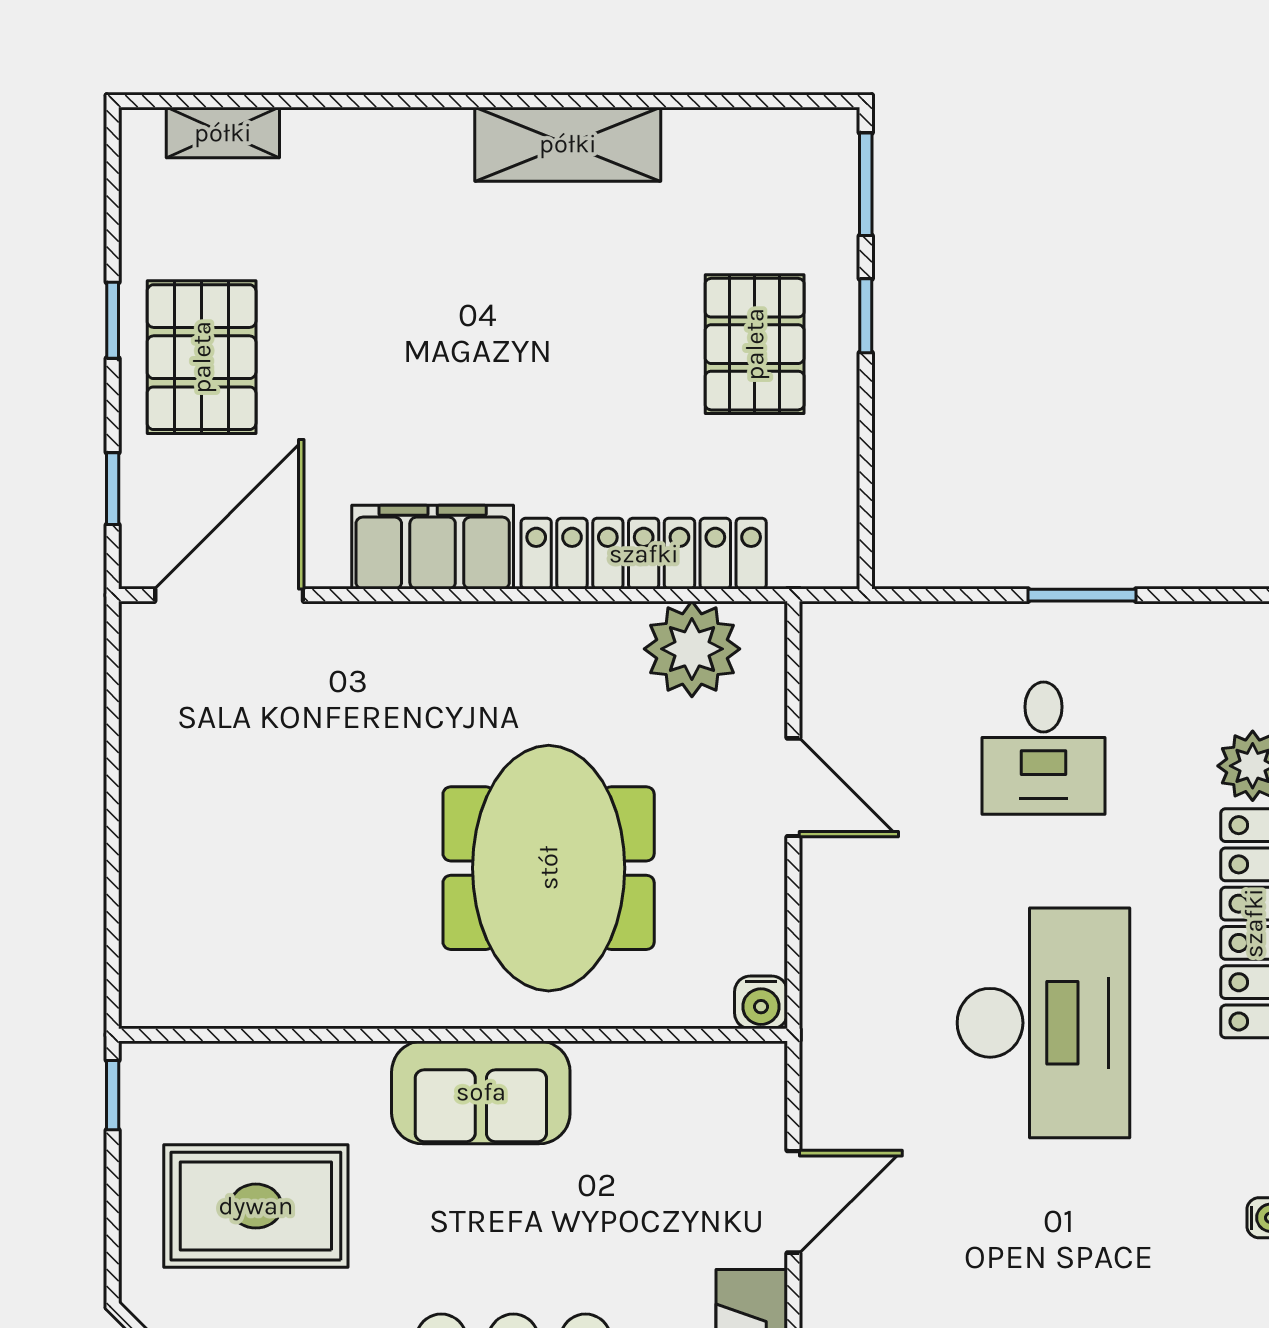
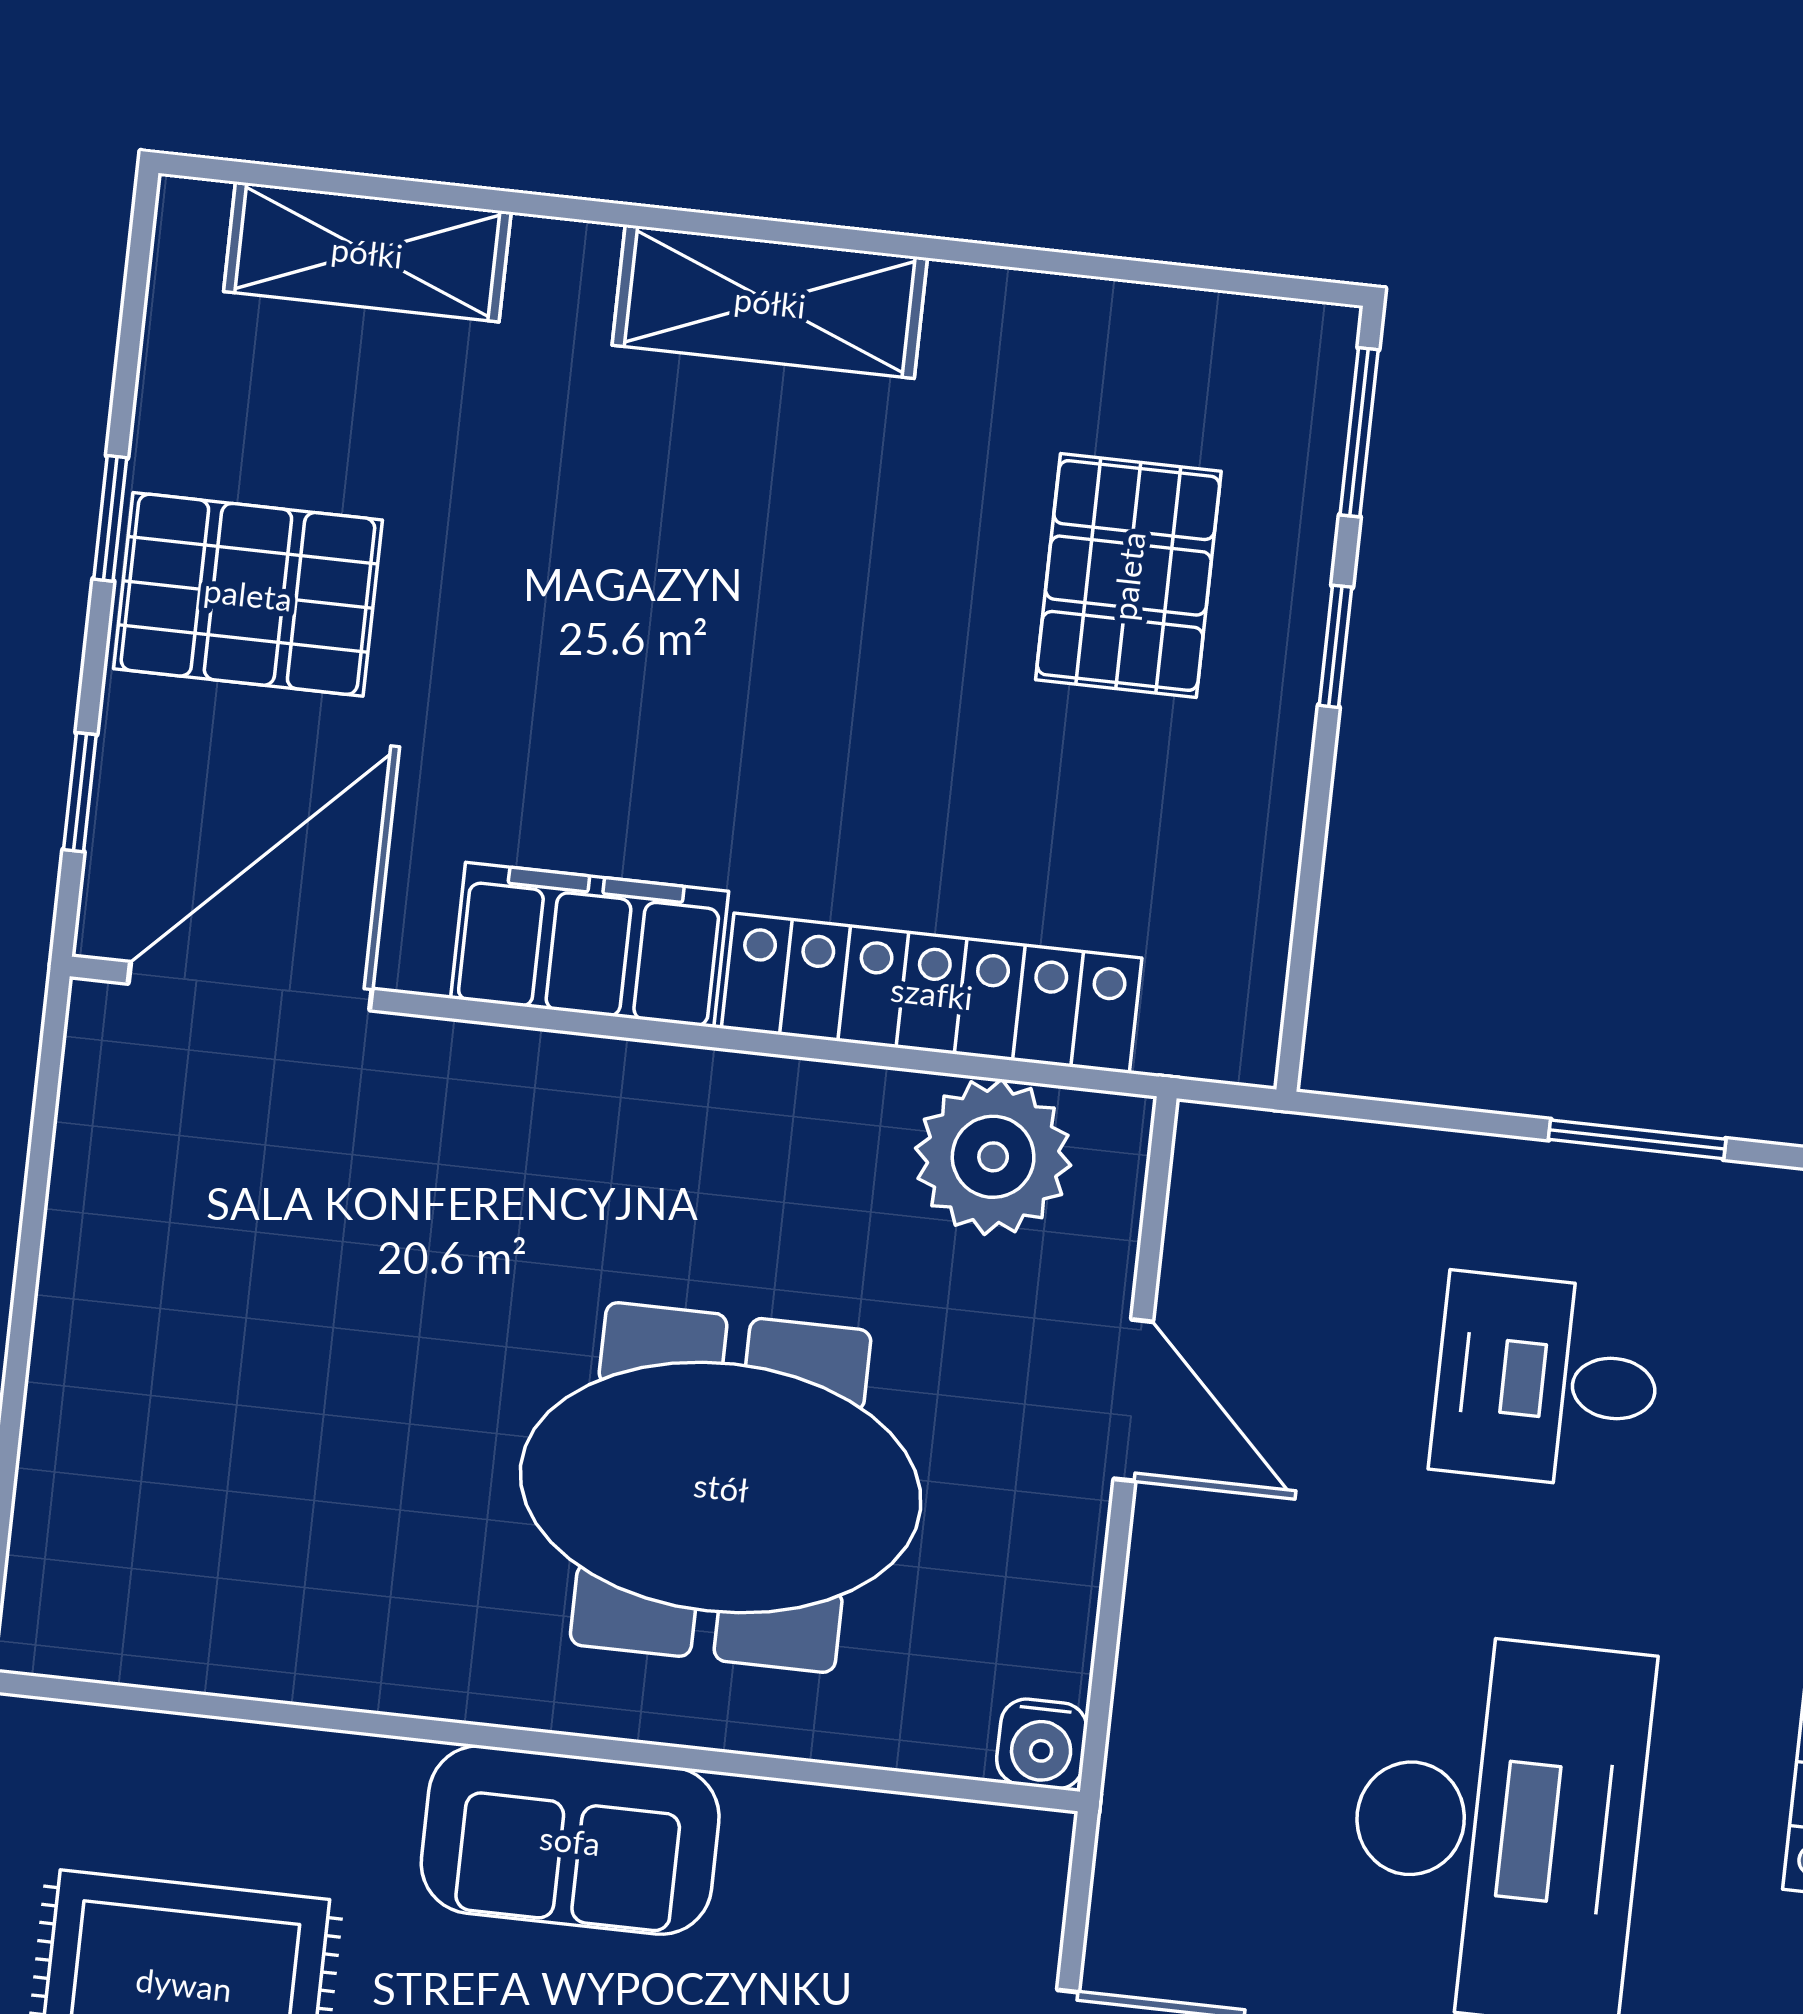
shelving: (223, 133) -> (367, 252), width x1.50, depth x1.33
shelving: (568, 144) -> (770, 302), moved
pallet: (755, 344) -> (1128, 576), moved
pallet: (202, 357) -> (248, 594), turned 90
desk: (1043, 748) -> (1547, 1381), turned 90
meeting table: (549, 868) -> (721, 1487), turned 90

